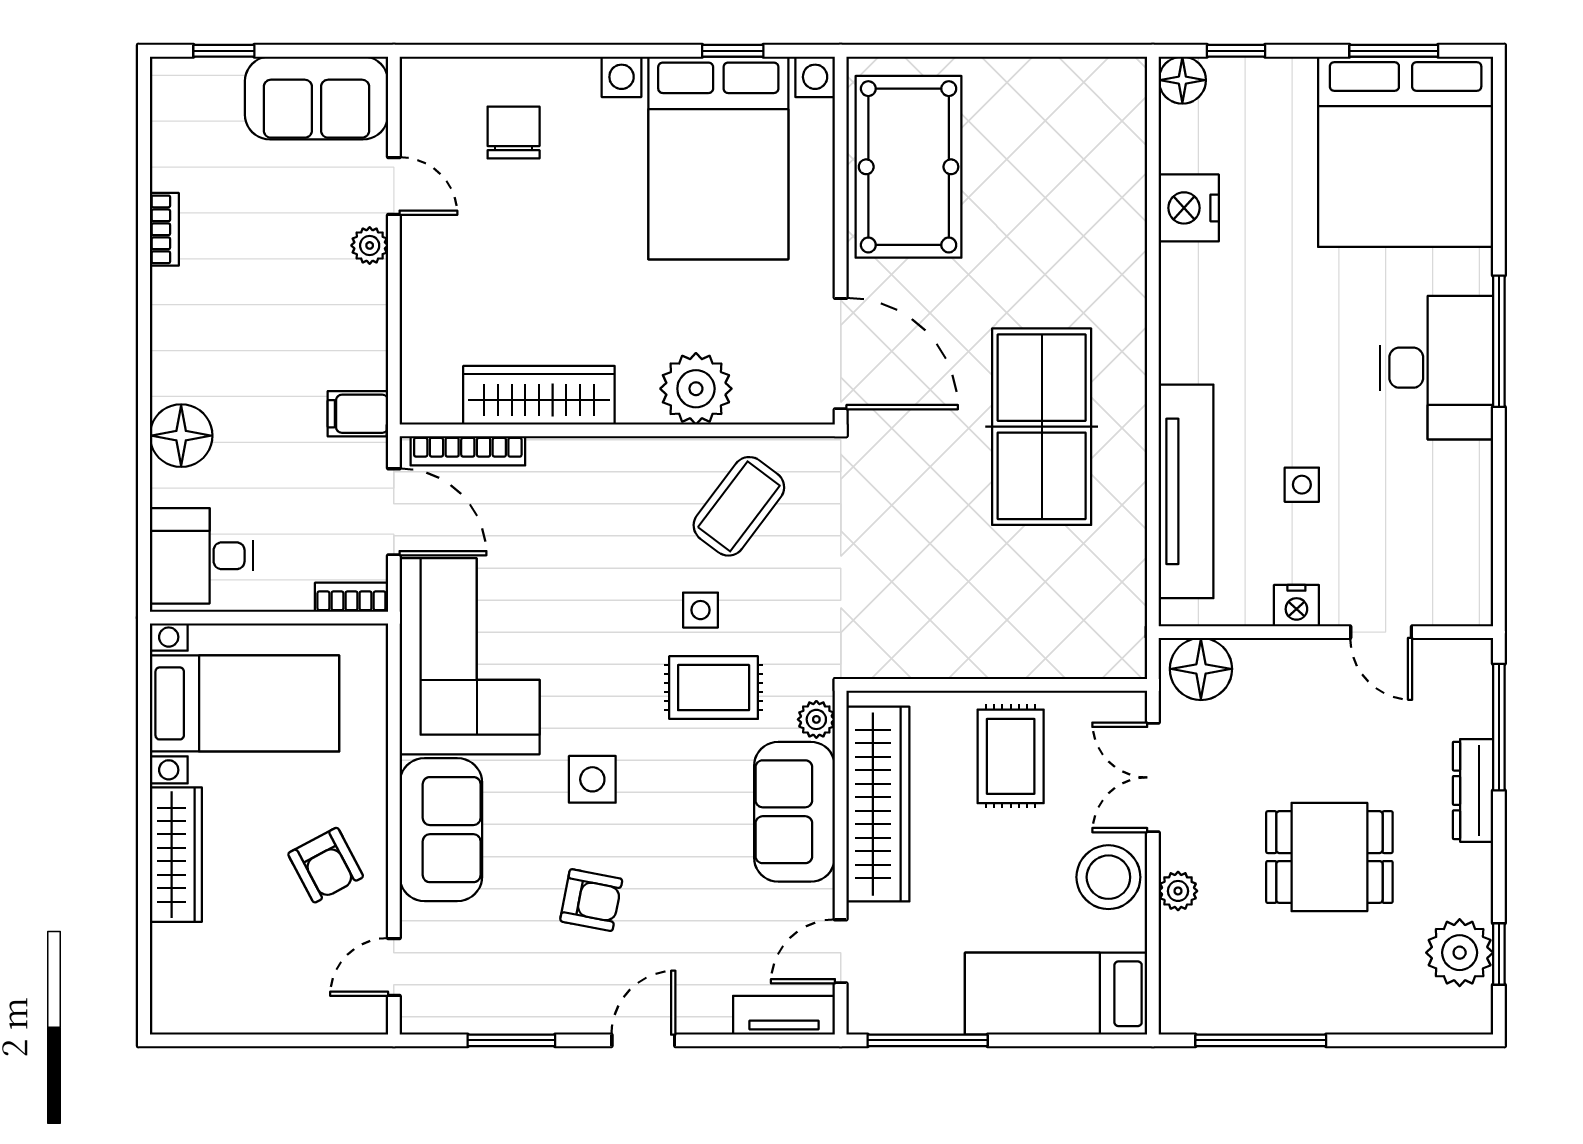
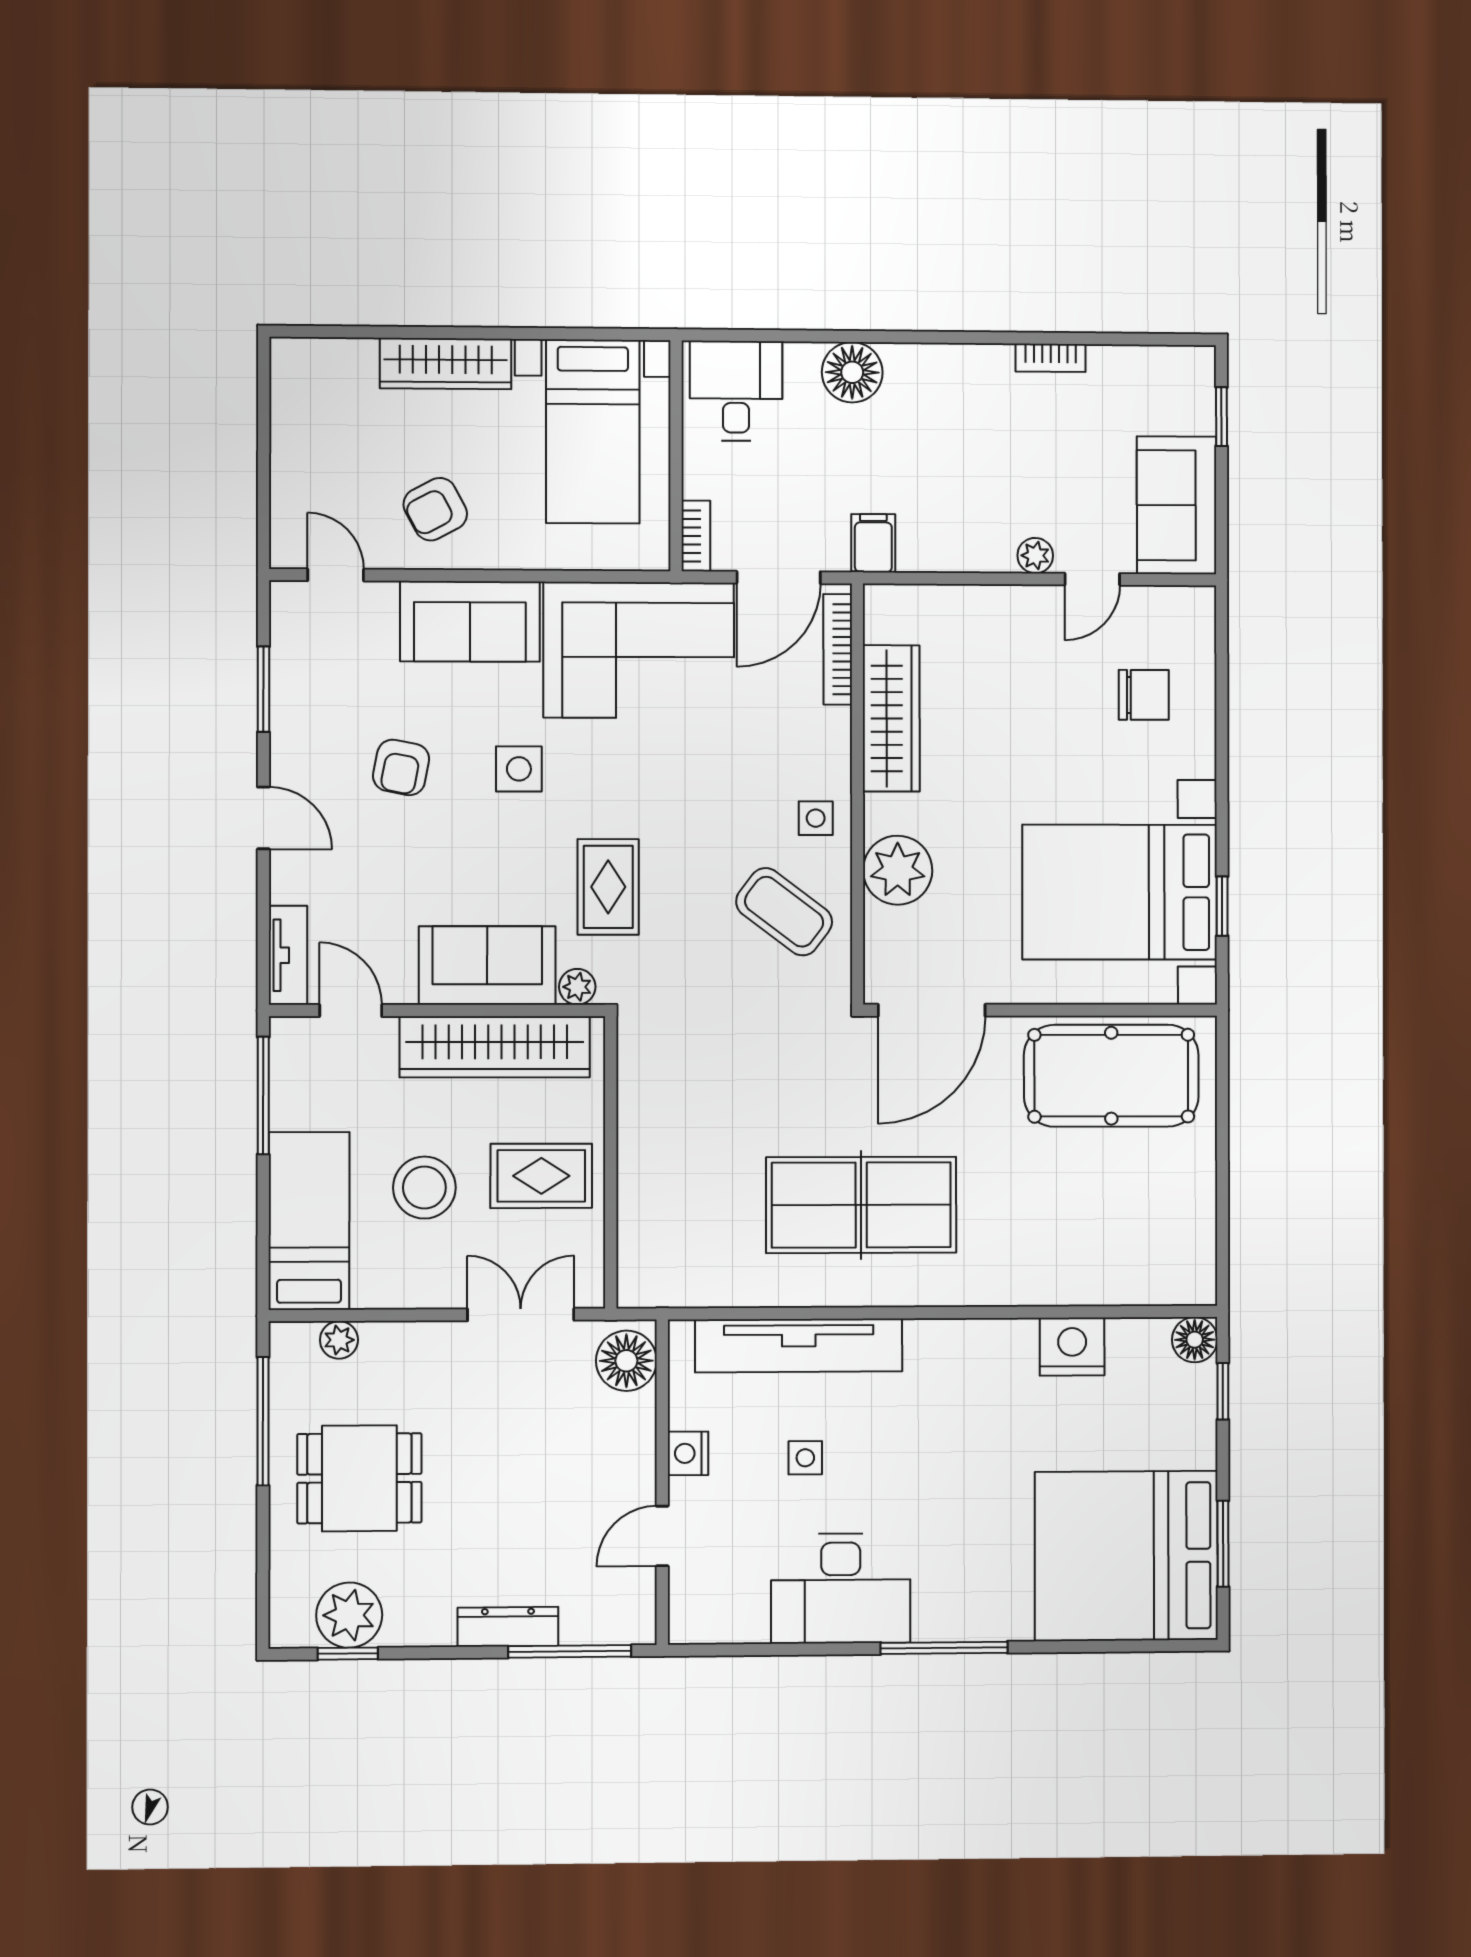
desk: (1437, 368) -> (841, 1588), moved
side table: (701, 610) -> (816, 818), moved
dining table: (1329, 857) -> (359, 1478), moved, turned 90
stool: (1108, 877) -> (424, 1188), moved
plant: (1178, 891) -> (339, 1340), moved

